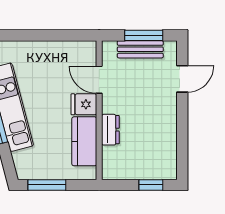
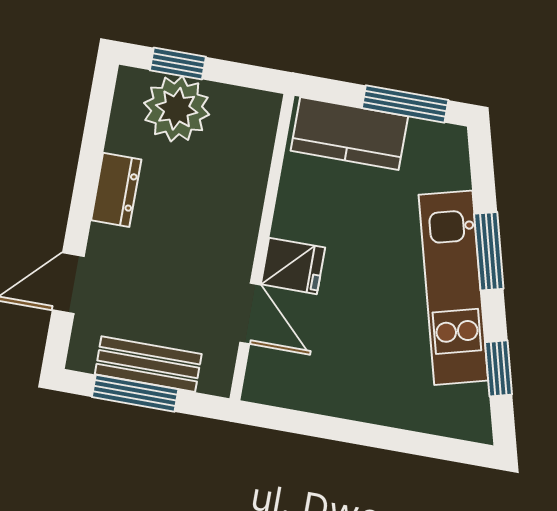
dresser: (110, 130) -> (116, 190), moved, turned 180
kitchen counter: (84, 141) -> (349, 133), moved, turned 90
plant: (148, 165) -> (177, 109), added

